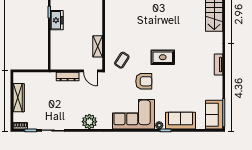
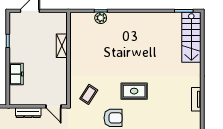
freezer: (57, 20) -> (16, 74), moved
shelving: (98, 46) -> (62, 46), moved

